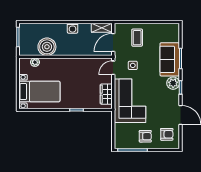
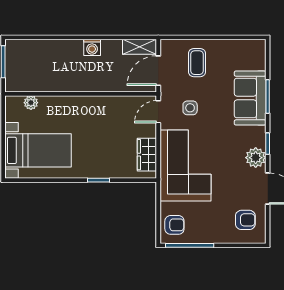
boiler: (47, 47) -> (50, 78), removed
plant: (173, 83) -> (256, 158), moved
armchair: (145, 136) -> (174, 225), moved

